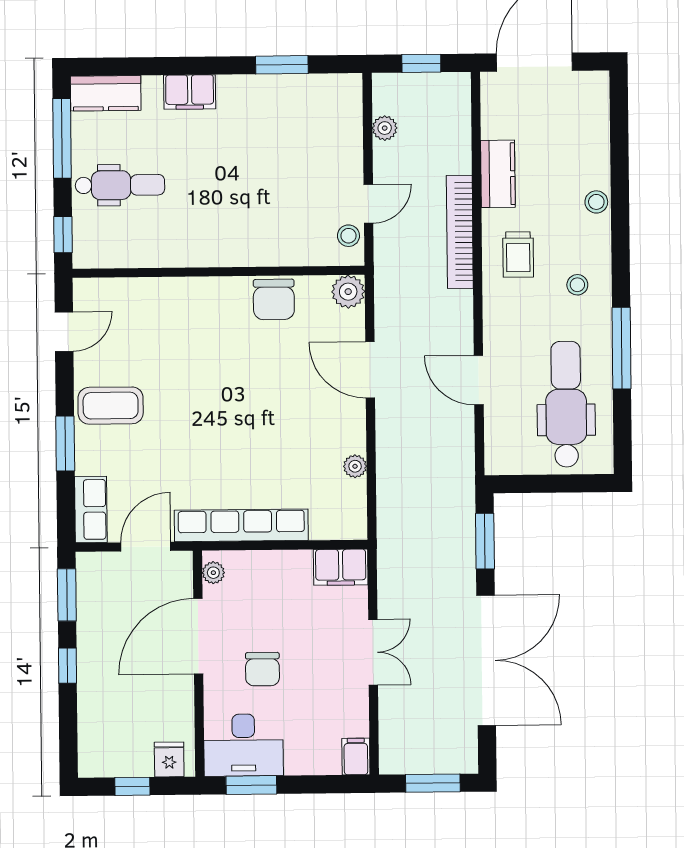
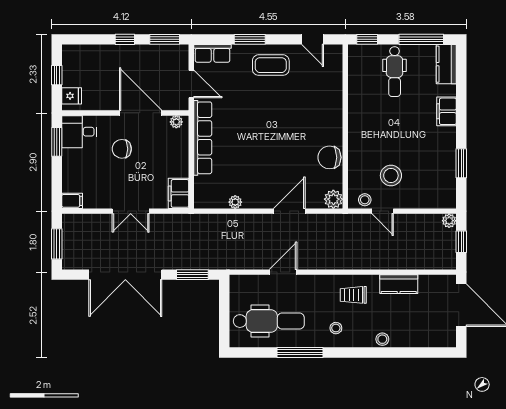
plant: (385, 128) -> (449, 221), moved
stool: (305, 190) -> (391, 176), added
bookcase: (460, 232) -> (366, 262), removed
coffee table: (111, 406) -> (271, 65), turned 90
desk: (243, 745) -> (79, 132), width x0.73

